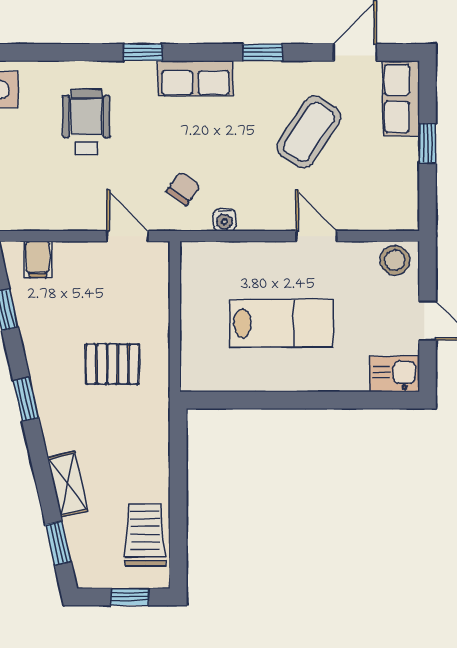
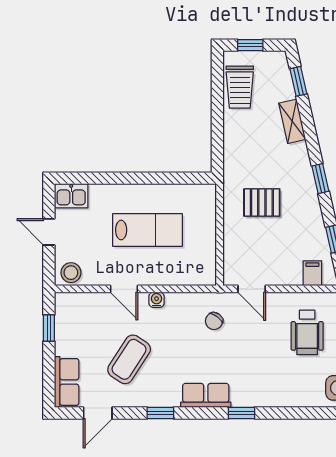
wheelchair: (86, 122) -> (307, 332), moved
window: (427, 143) -> (49, 328), moved
water cooler: (224, 220) -> (157, 300), moved
lab bench: (282, 323) -> (148, 230), turned 180

